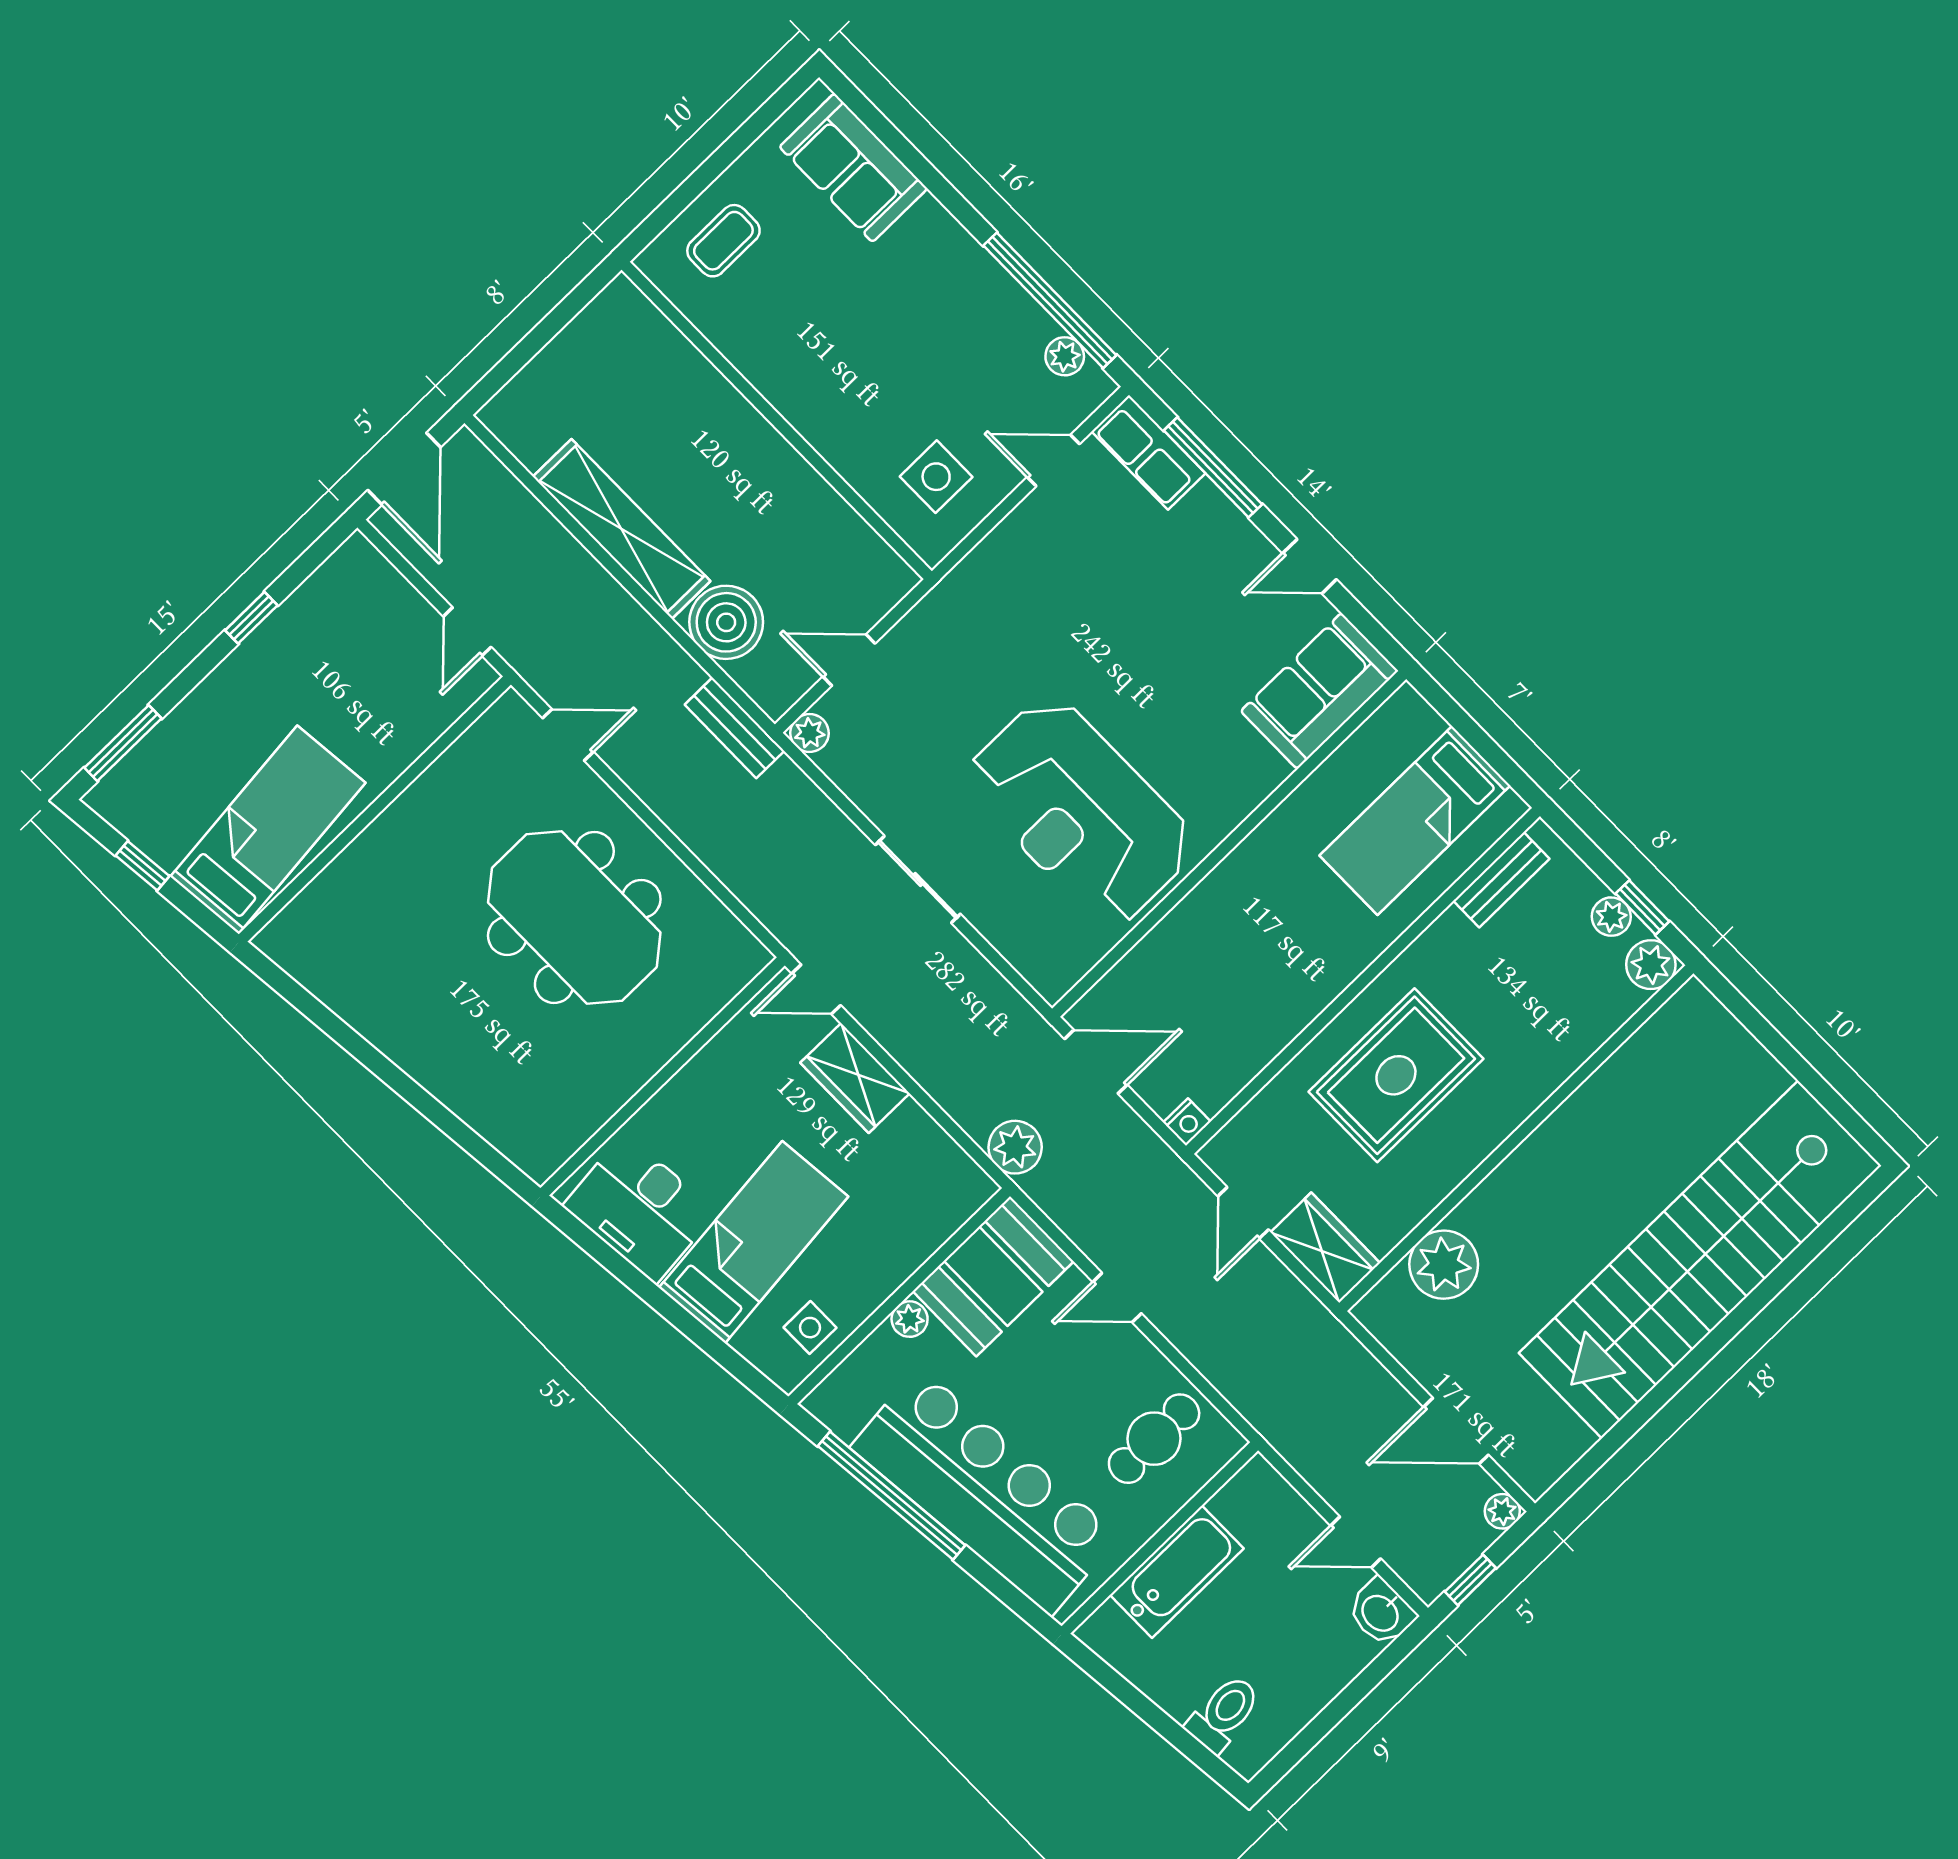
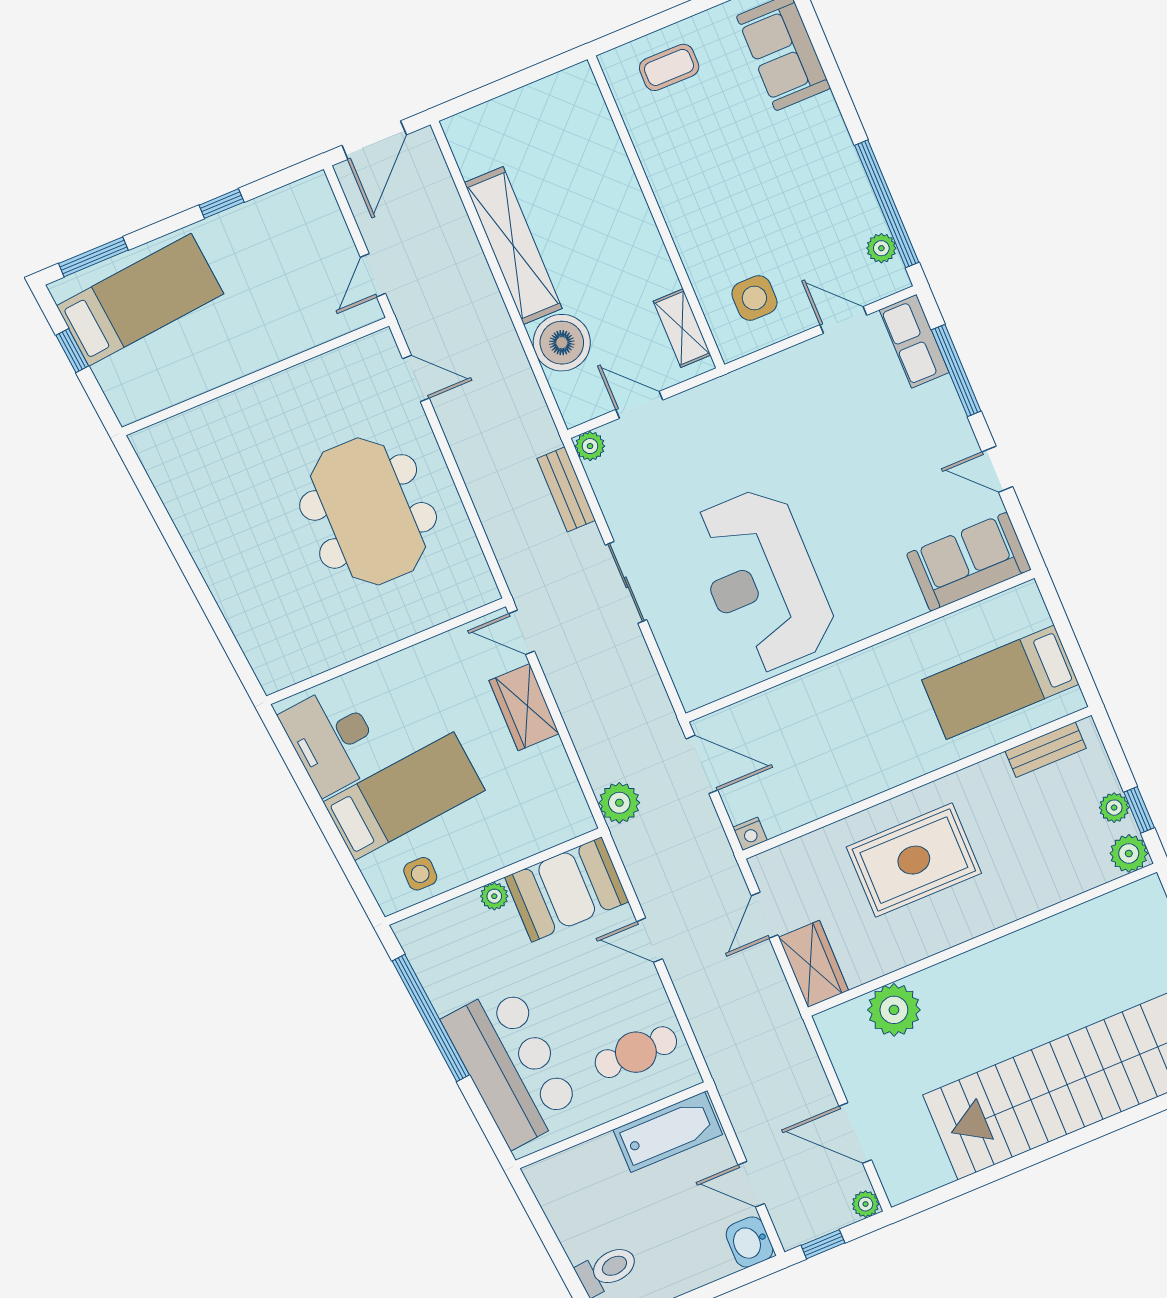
shelving: (864, 547) -> (682, 328), added
bench: (735, 728) -> (566, 489), moved
bed: (268, 830) -> (140, 300), moved
bar counter: (985, 1491) -> (512, 1066), width x0.73
bathtub: (1177, 1572) -> (668, 1132), moved

